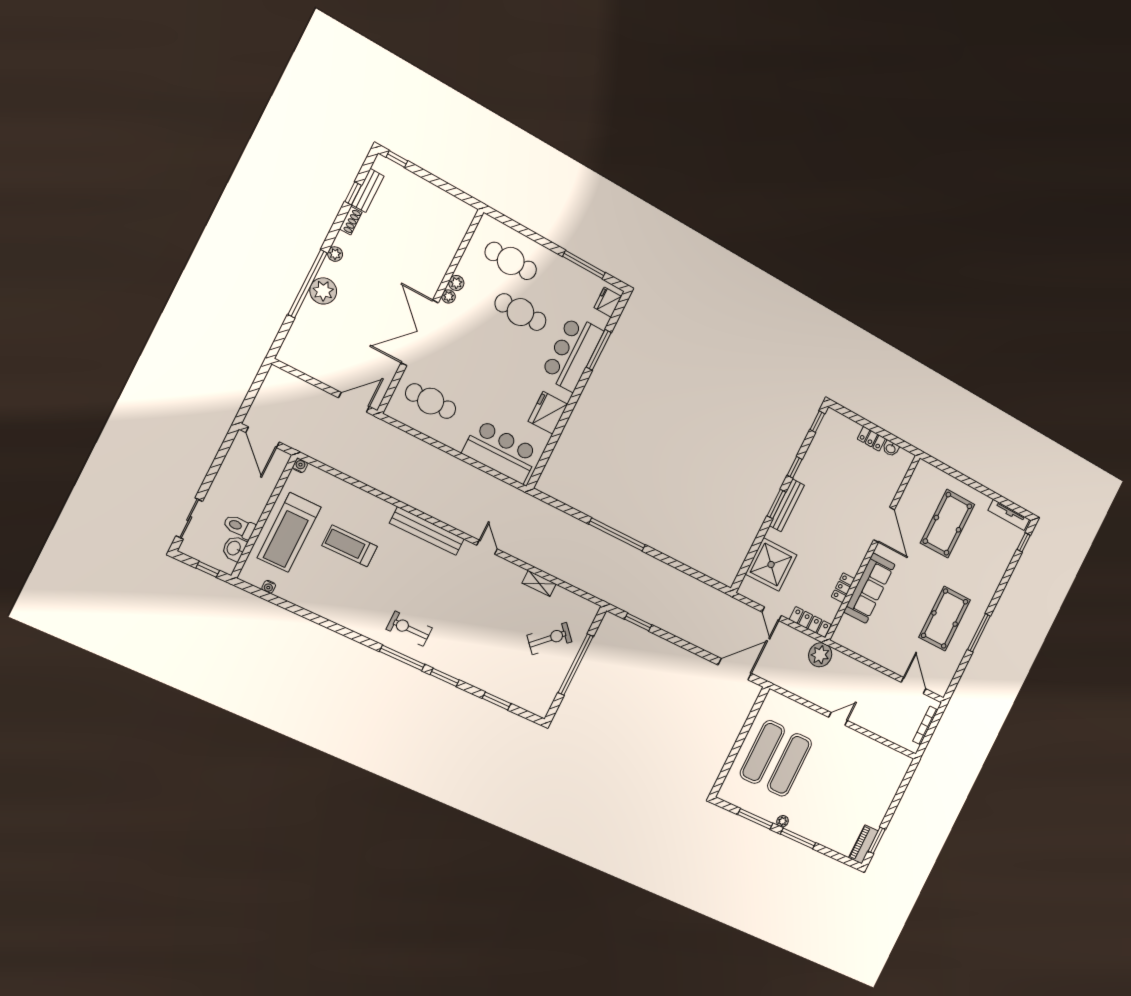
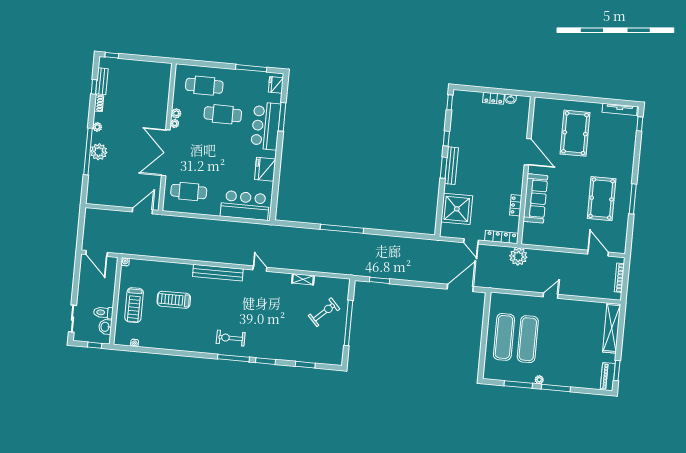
treadmill: (289, 532) -> (134, 305), width x0.73, depth x0.73
shelving: (892, 785) -> (612, 328), added

